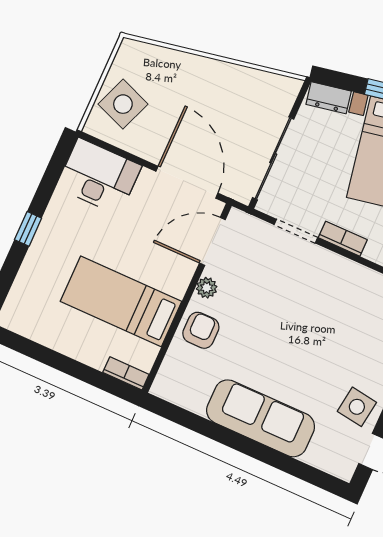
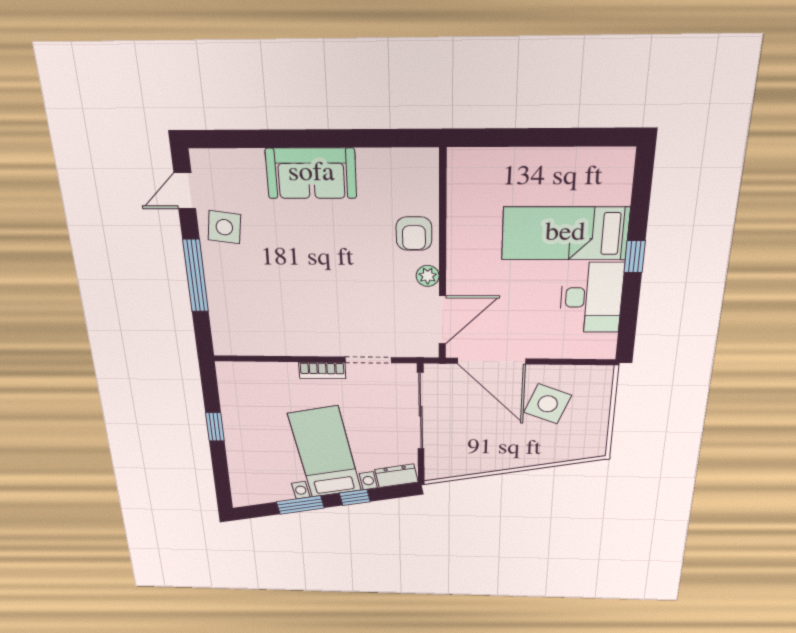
side table: (123, 104) -> (548, 404), moved
desk: (99, 176) -> (591, 298), moved, turned -90
bed: (121, 301) -> (565, 233), moved, turned 180
bookcase: (126, 373) -> (471, 157), removed
sofa: (261, 418) -> (311, 173), width x0.73

